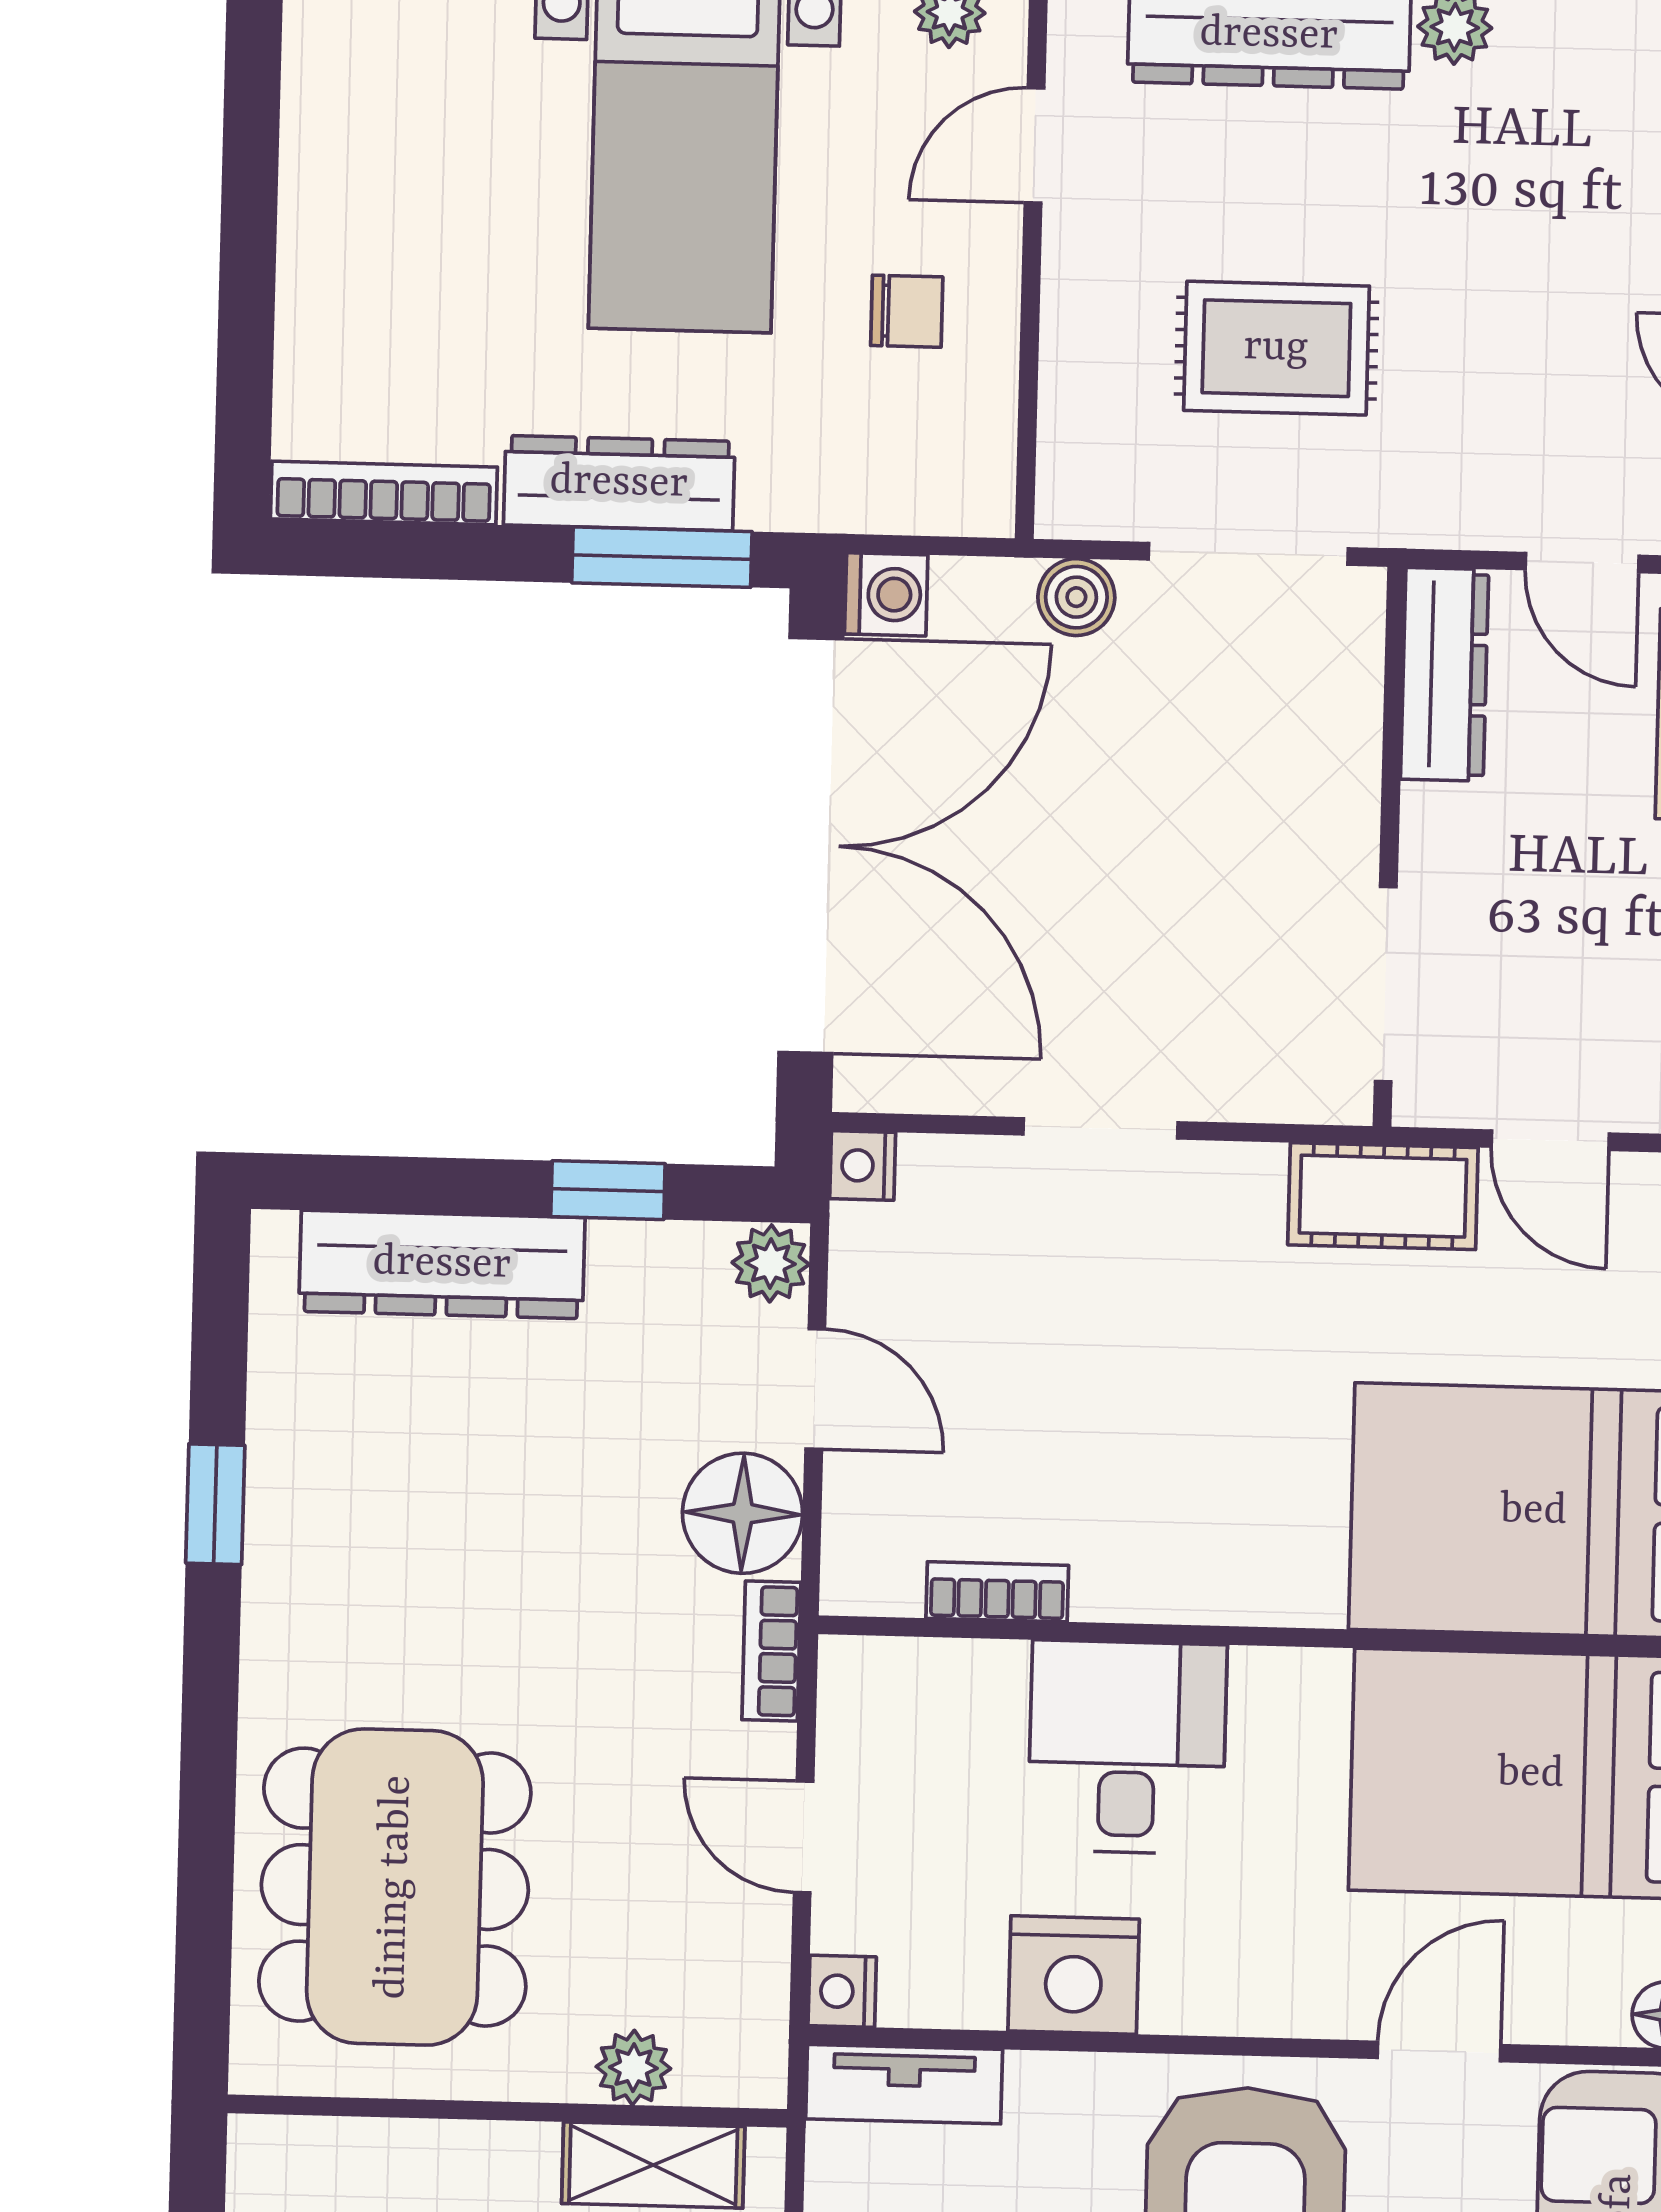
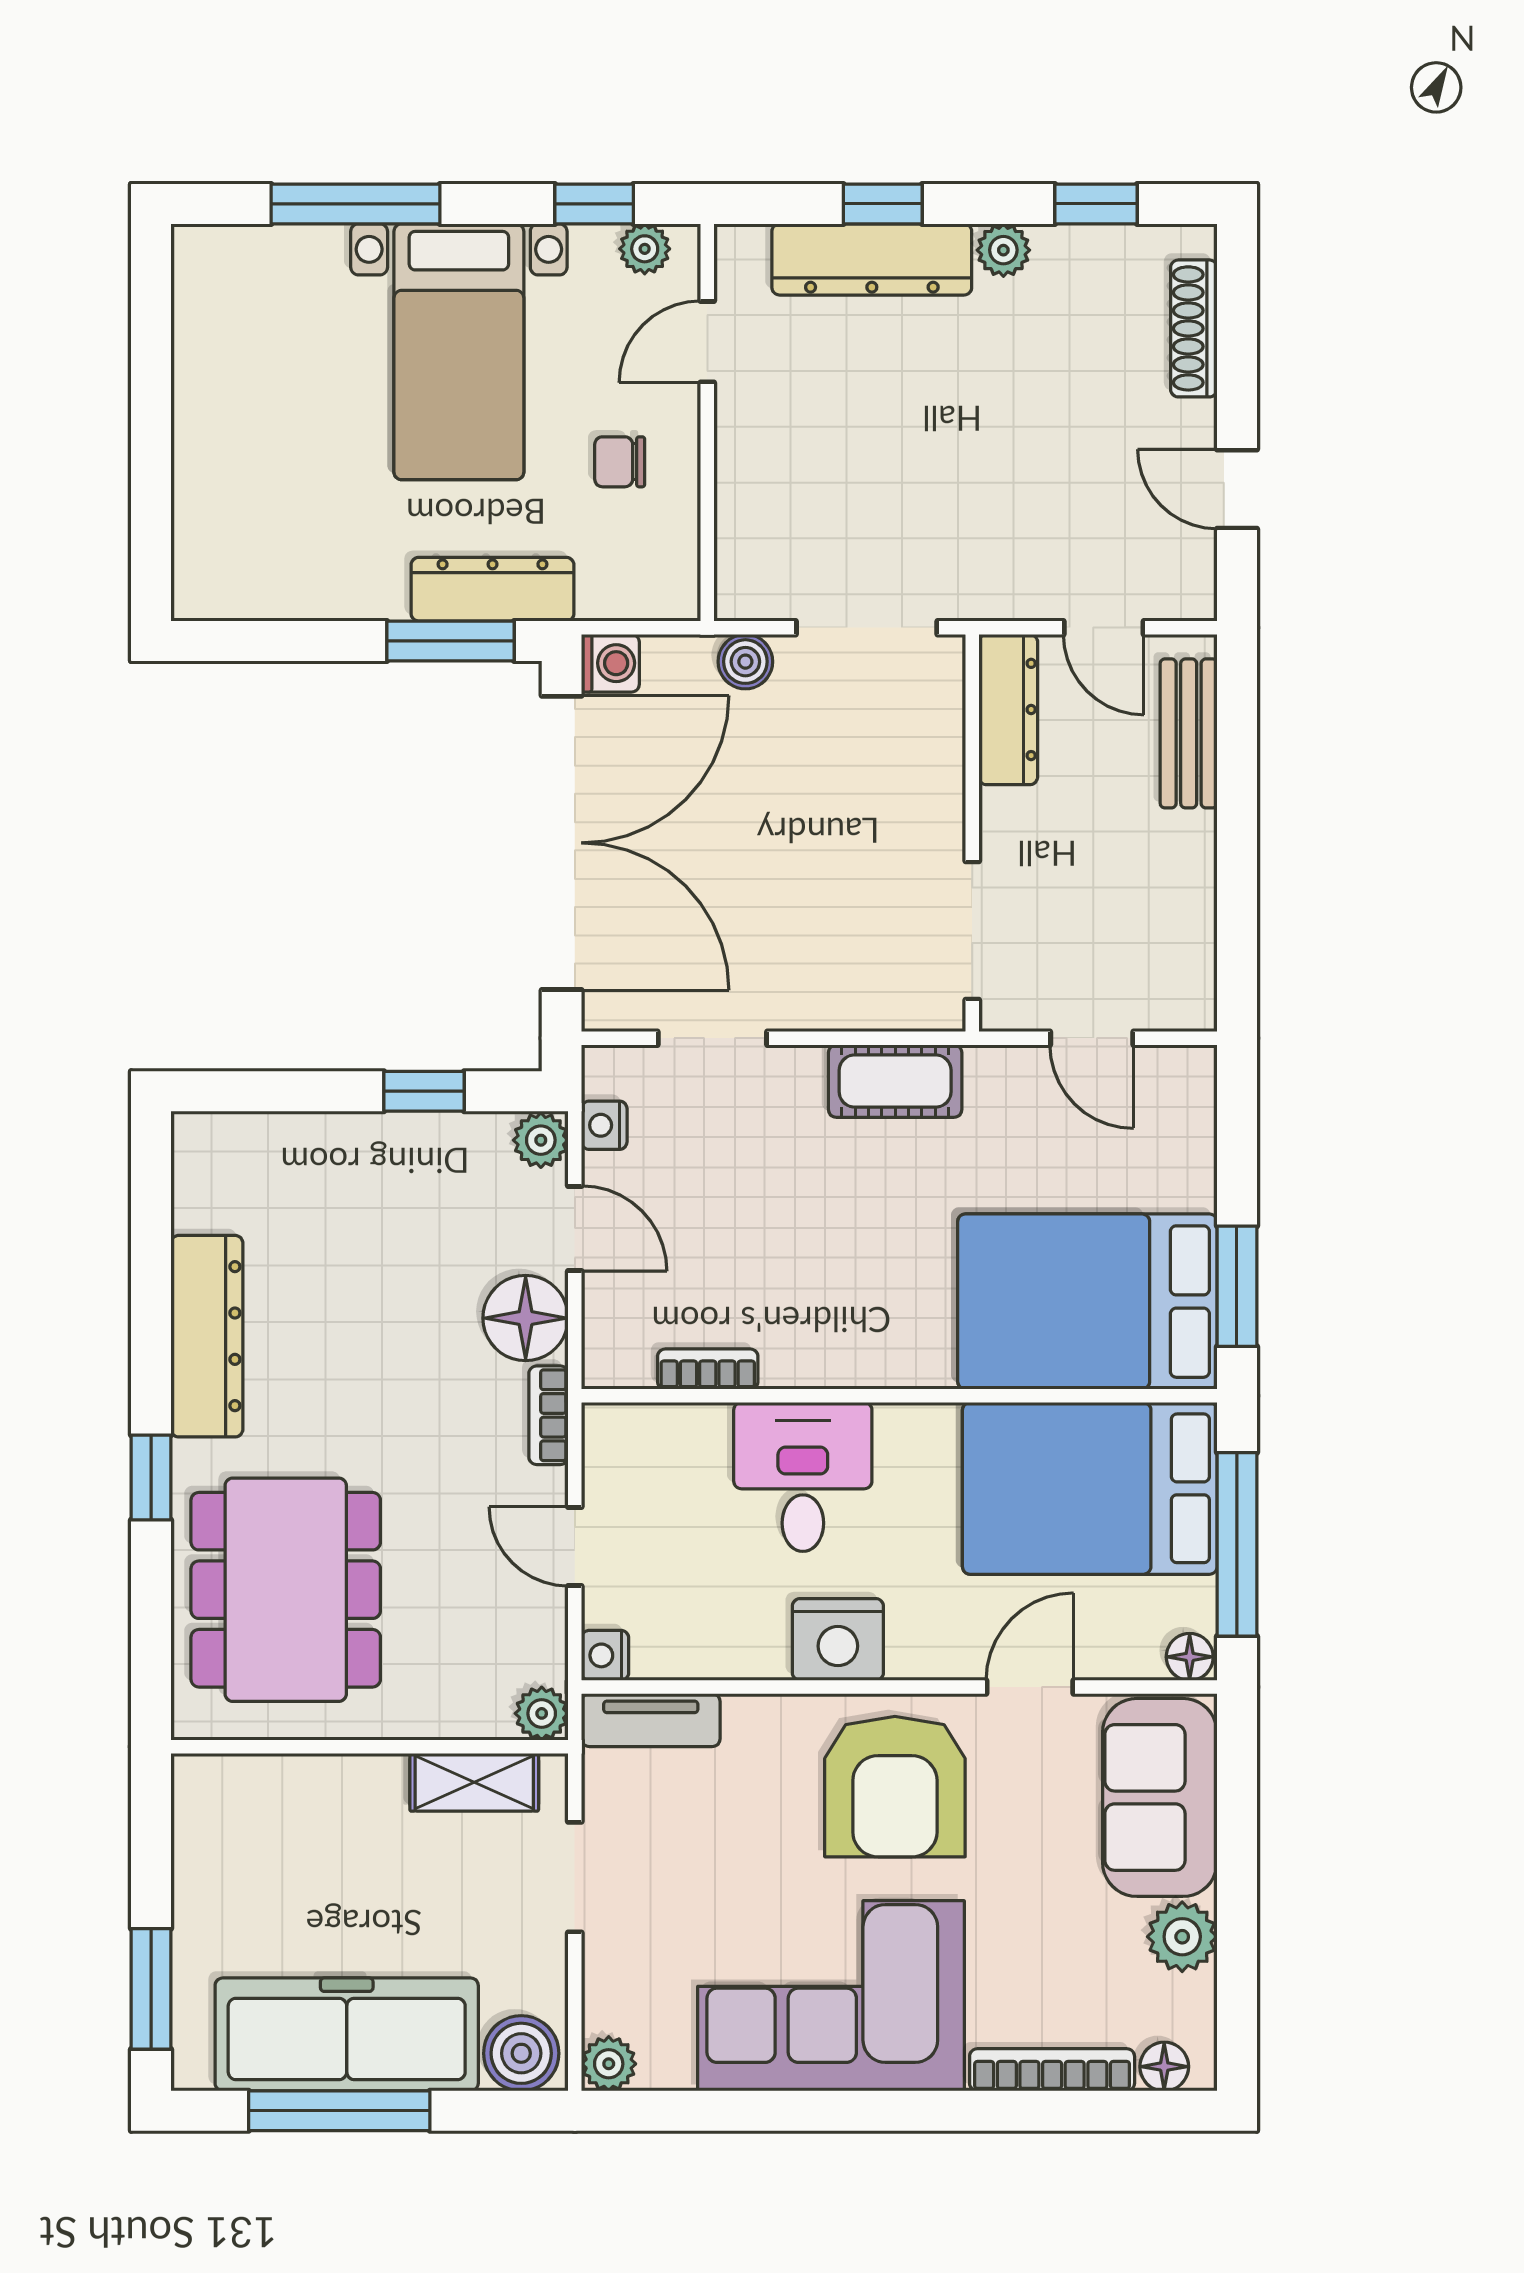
chair: (907, 311) -> (620, 462), turned 180
rug: (1276, 348) -> (883, 481), removed
dresser: (619, 483) -> (493, 589), moved
bookcase: (384, 493) -> (252, 601), removed
doorway: (1100, 1128) -> (712, 1038), moved
nightstand: (863, 1166) -> (604, 1125), moved
cot: (1383, 1196) -> (895, 1081), moved
dresser: (442, 1264) -> (207, 1336), moved, turned -90
window: (215, 1504) -> (151, 1477), moved
nightstand: (1074, 1975) -> (838, 1640), moved
plant: (633, 2068) -> (542, 1713), moved

